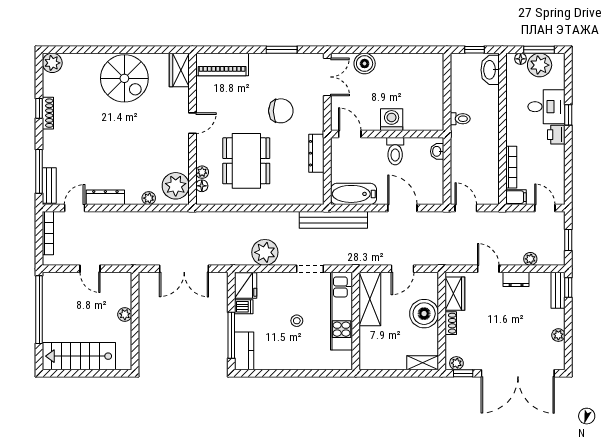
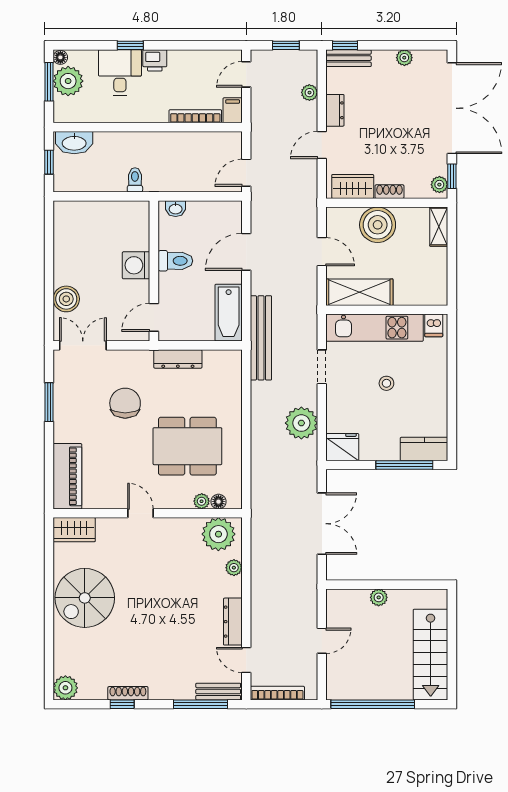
floor lamp: (521, 59) -> (60, 57), moved
spiral stairs: (124, 78) -> (85, 598), turned 180
dishwasher: (244, 307) -> (434, 325), moved, turned 180

